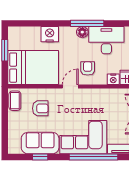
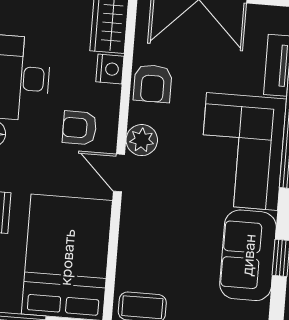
plant: (85, 95) -> (142, 140), added
armchair: (40, 108) -> (153, 83), moved, turned 180

